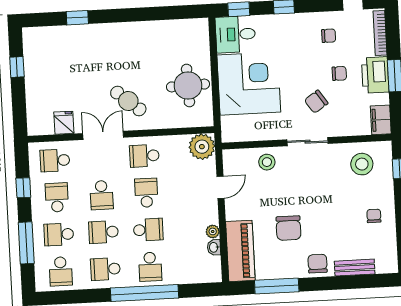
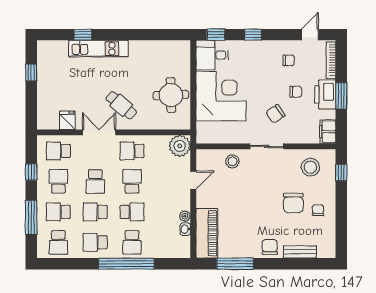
kitchen unit: (97, 34) -> (98, 49), added
chair: (289, 228) -> (293, 203), moved

